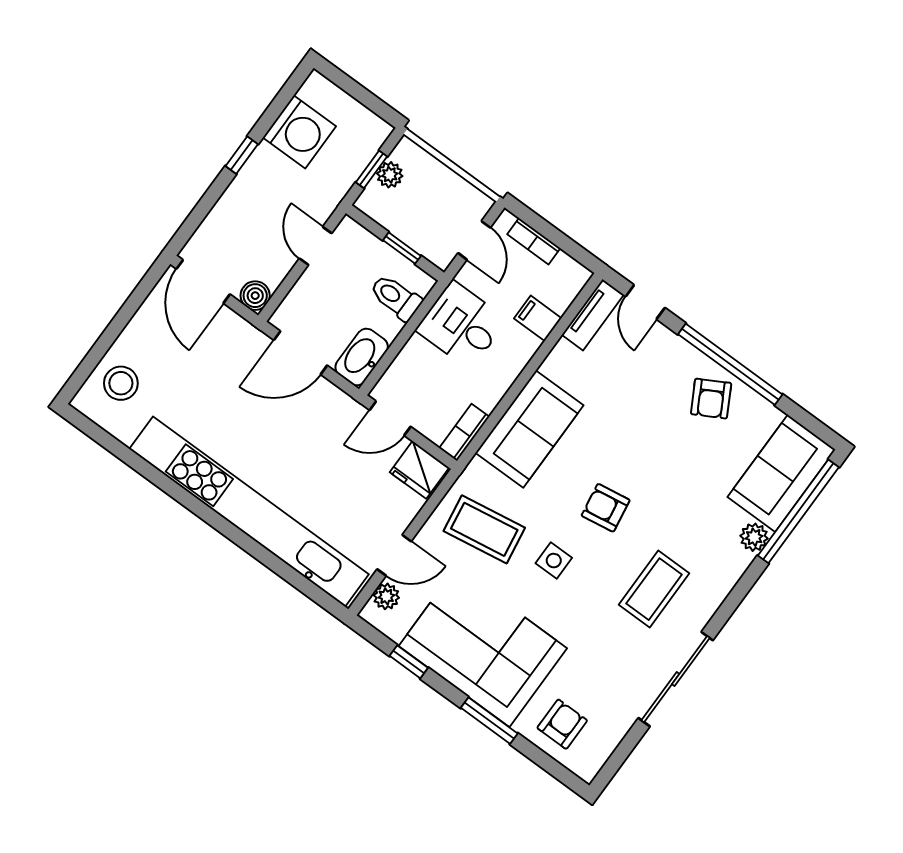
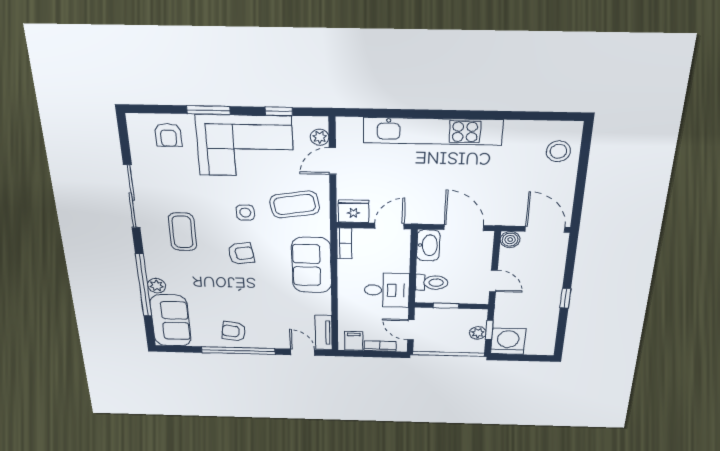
washing machine: (299, 132) -> (508, 341), moved, turned 90
filing cabinet: (538, 318) -> (354, 341), moved, turned -90
door: (300, 353) -> (464, 228), hinge flipped
armchair: (711, 399) -> (234, 331), turned -53
window: (798, 511) -> (144, 285), moved
kitchen unit: (249, 512) -> (433, 131), width x0.73

